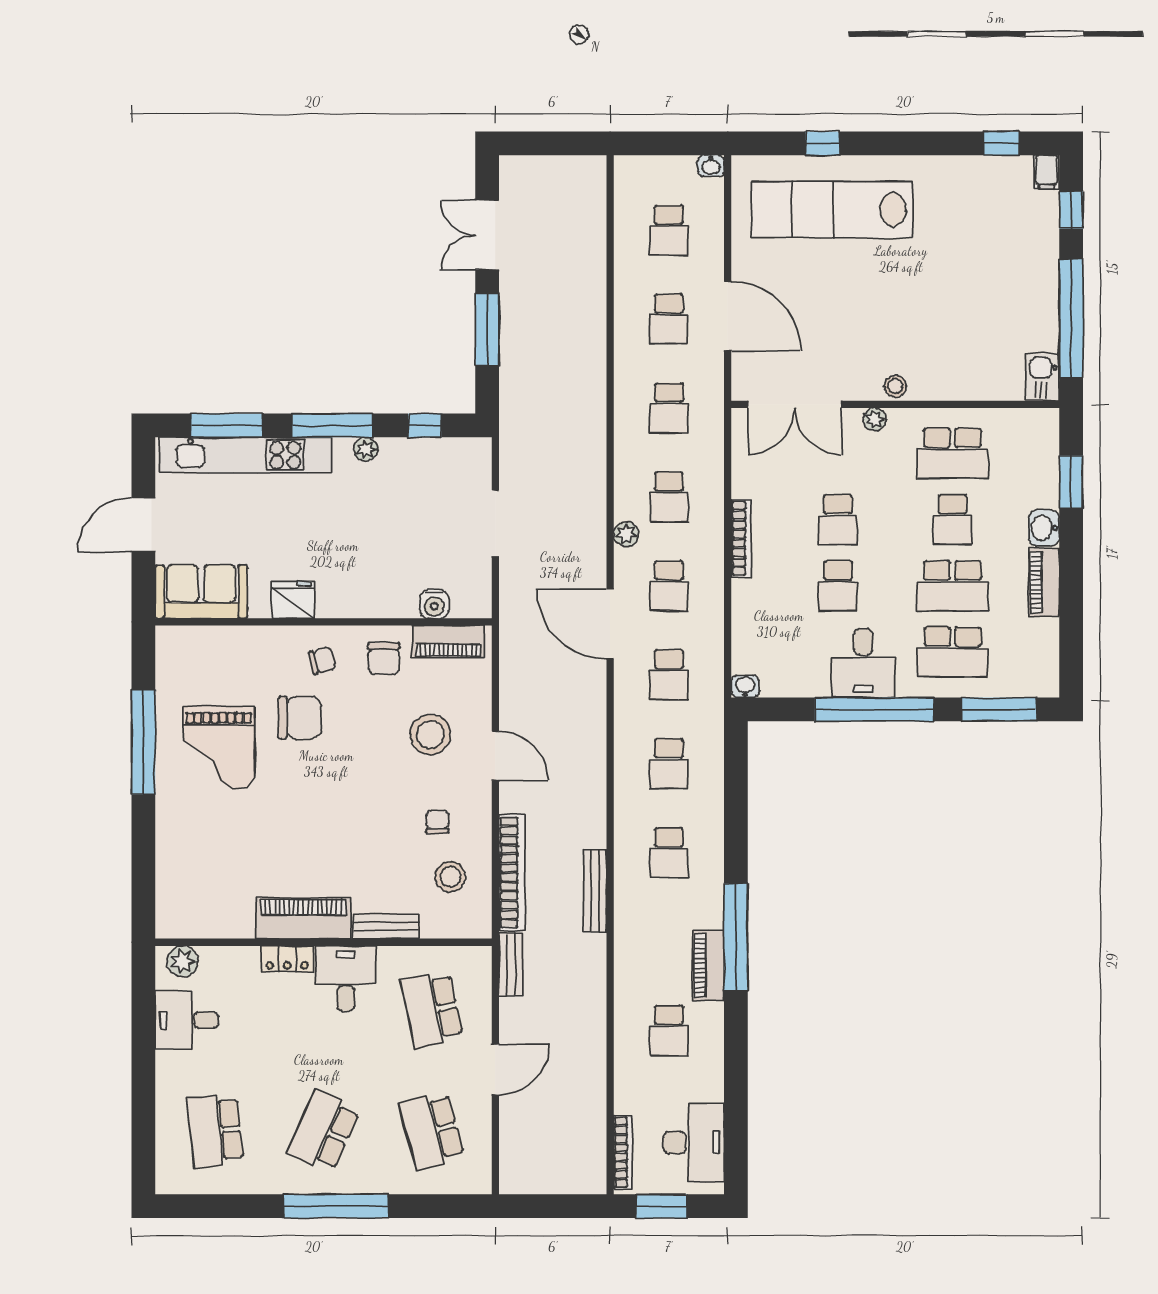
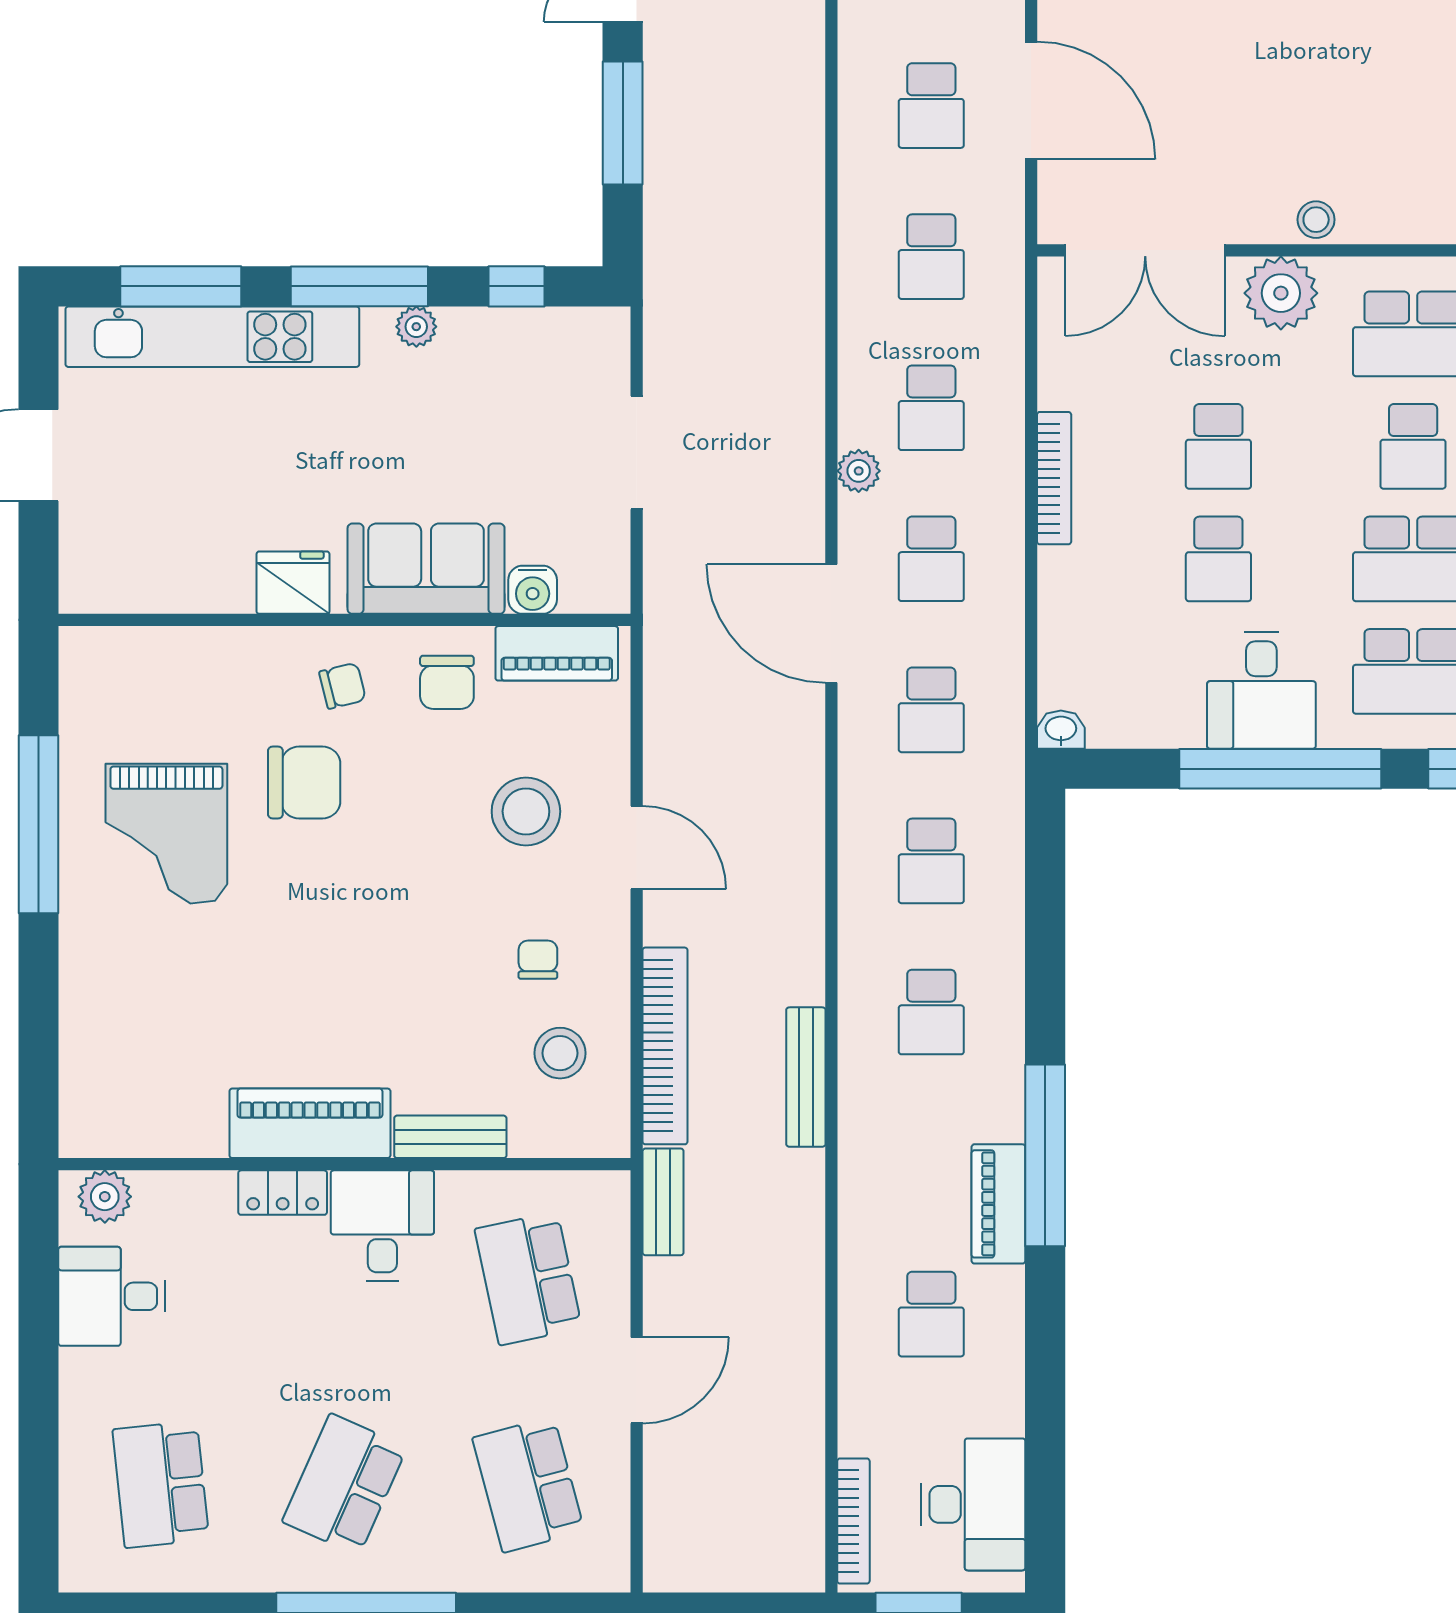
plant: (875, 419) -> (1281, 293), width x1.87, depth x1.87
sofa: (201, 592) -> (426, 569), moved

